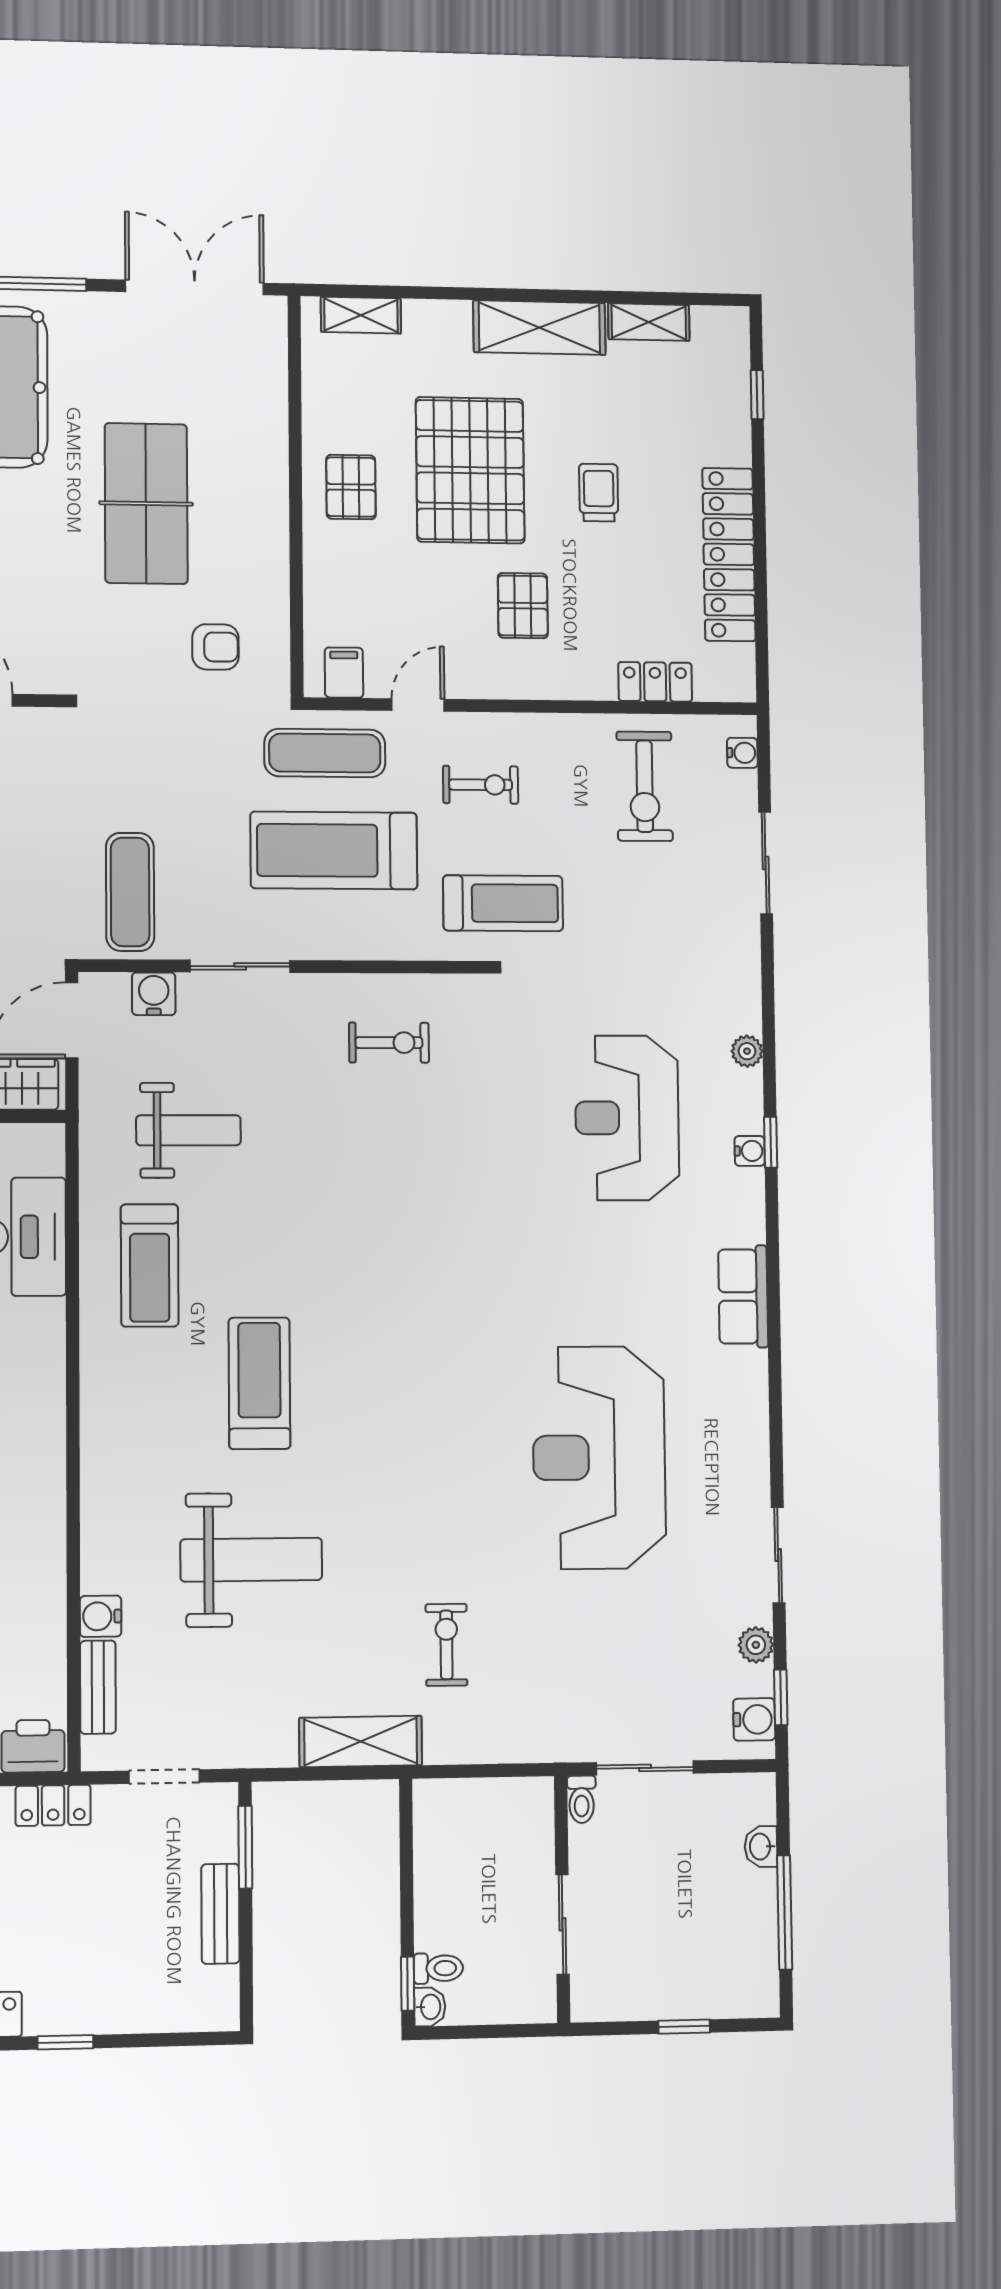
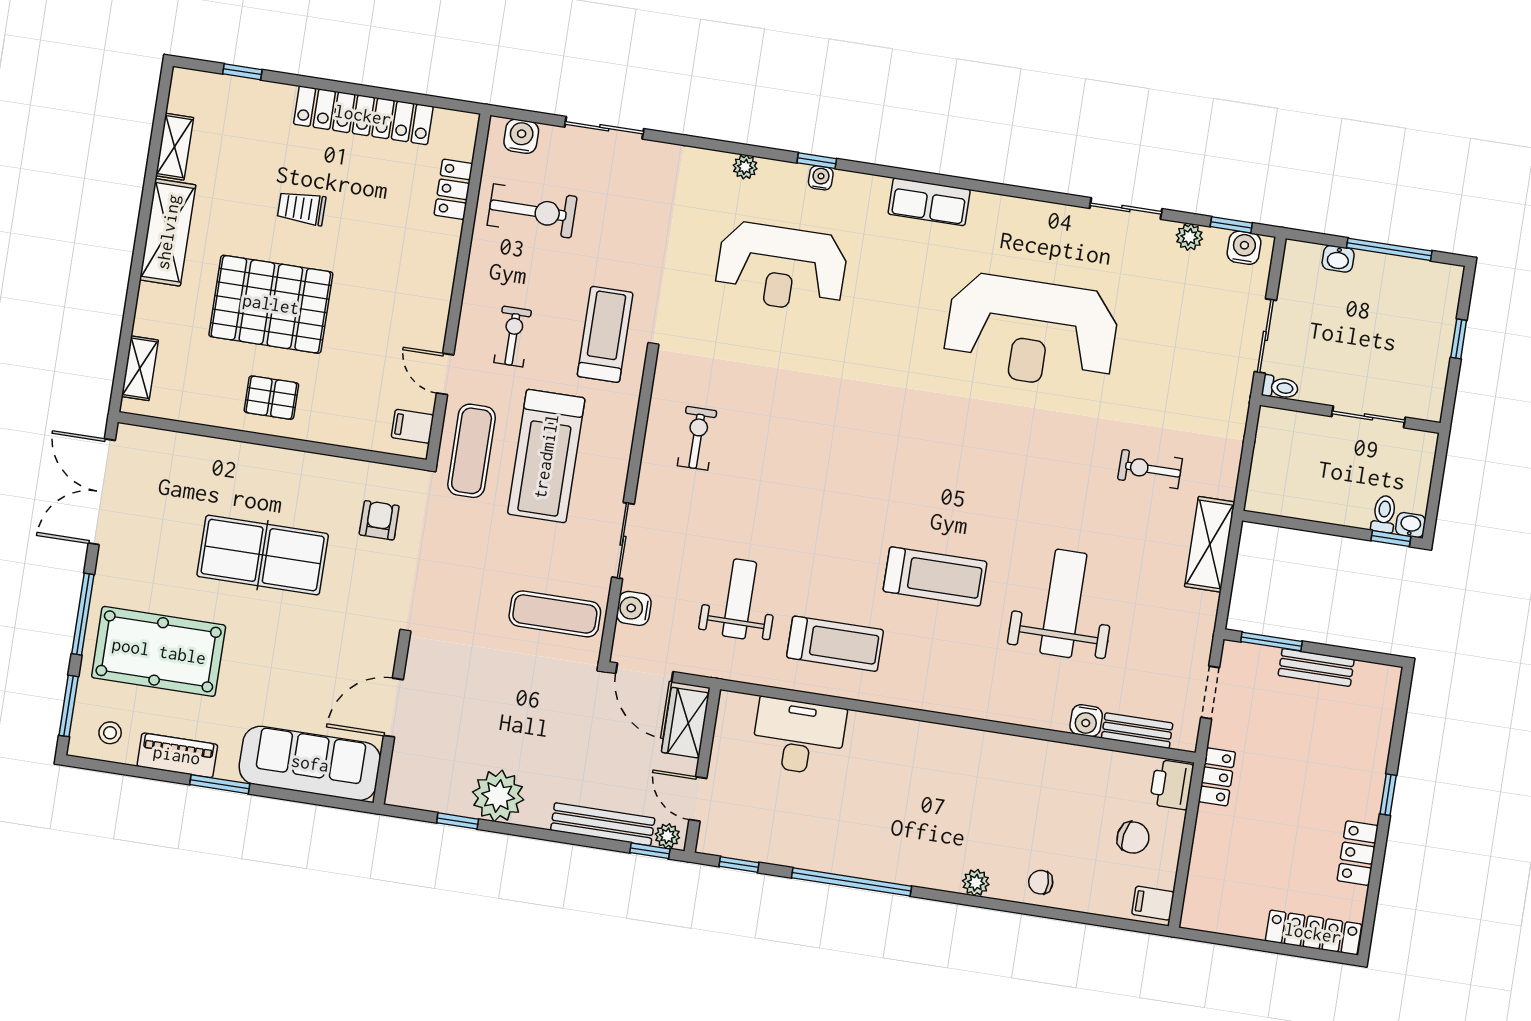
pallet: (523, 606) -> (381, 281), removed
water cooler: (742, 753) -> (521, 136), width x1.38, depth x1.38
treadmill: (259, 1383) -> (935, 576), turned 180

